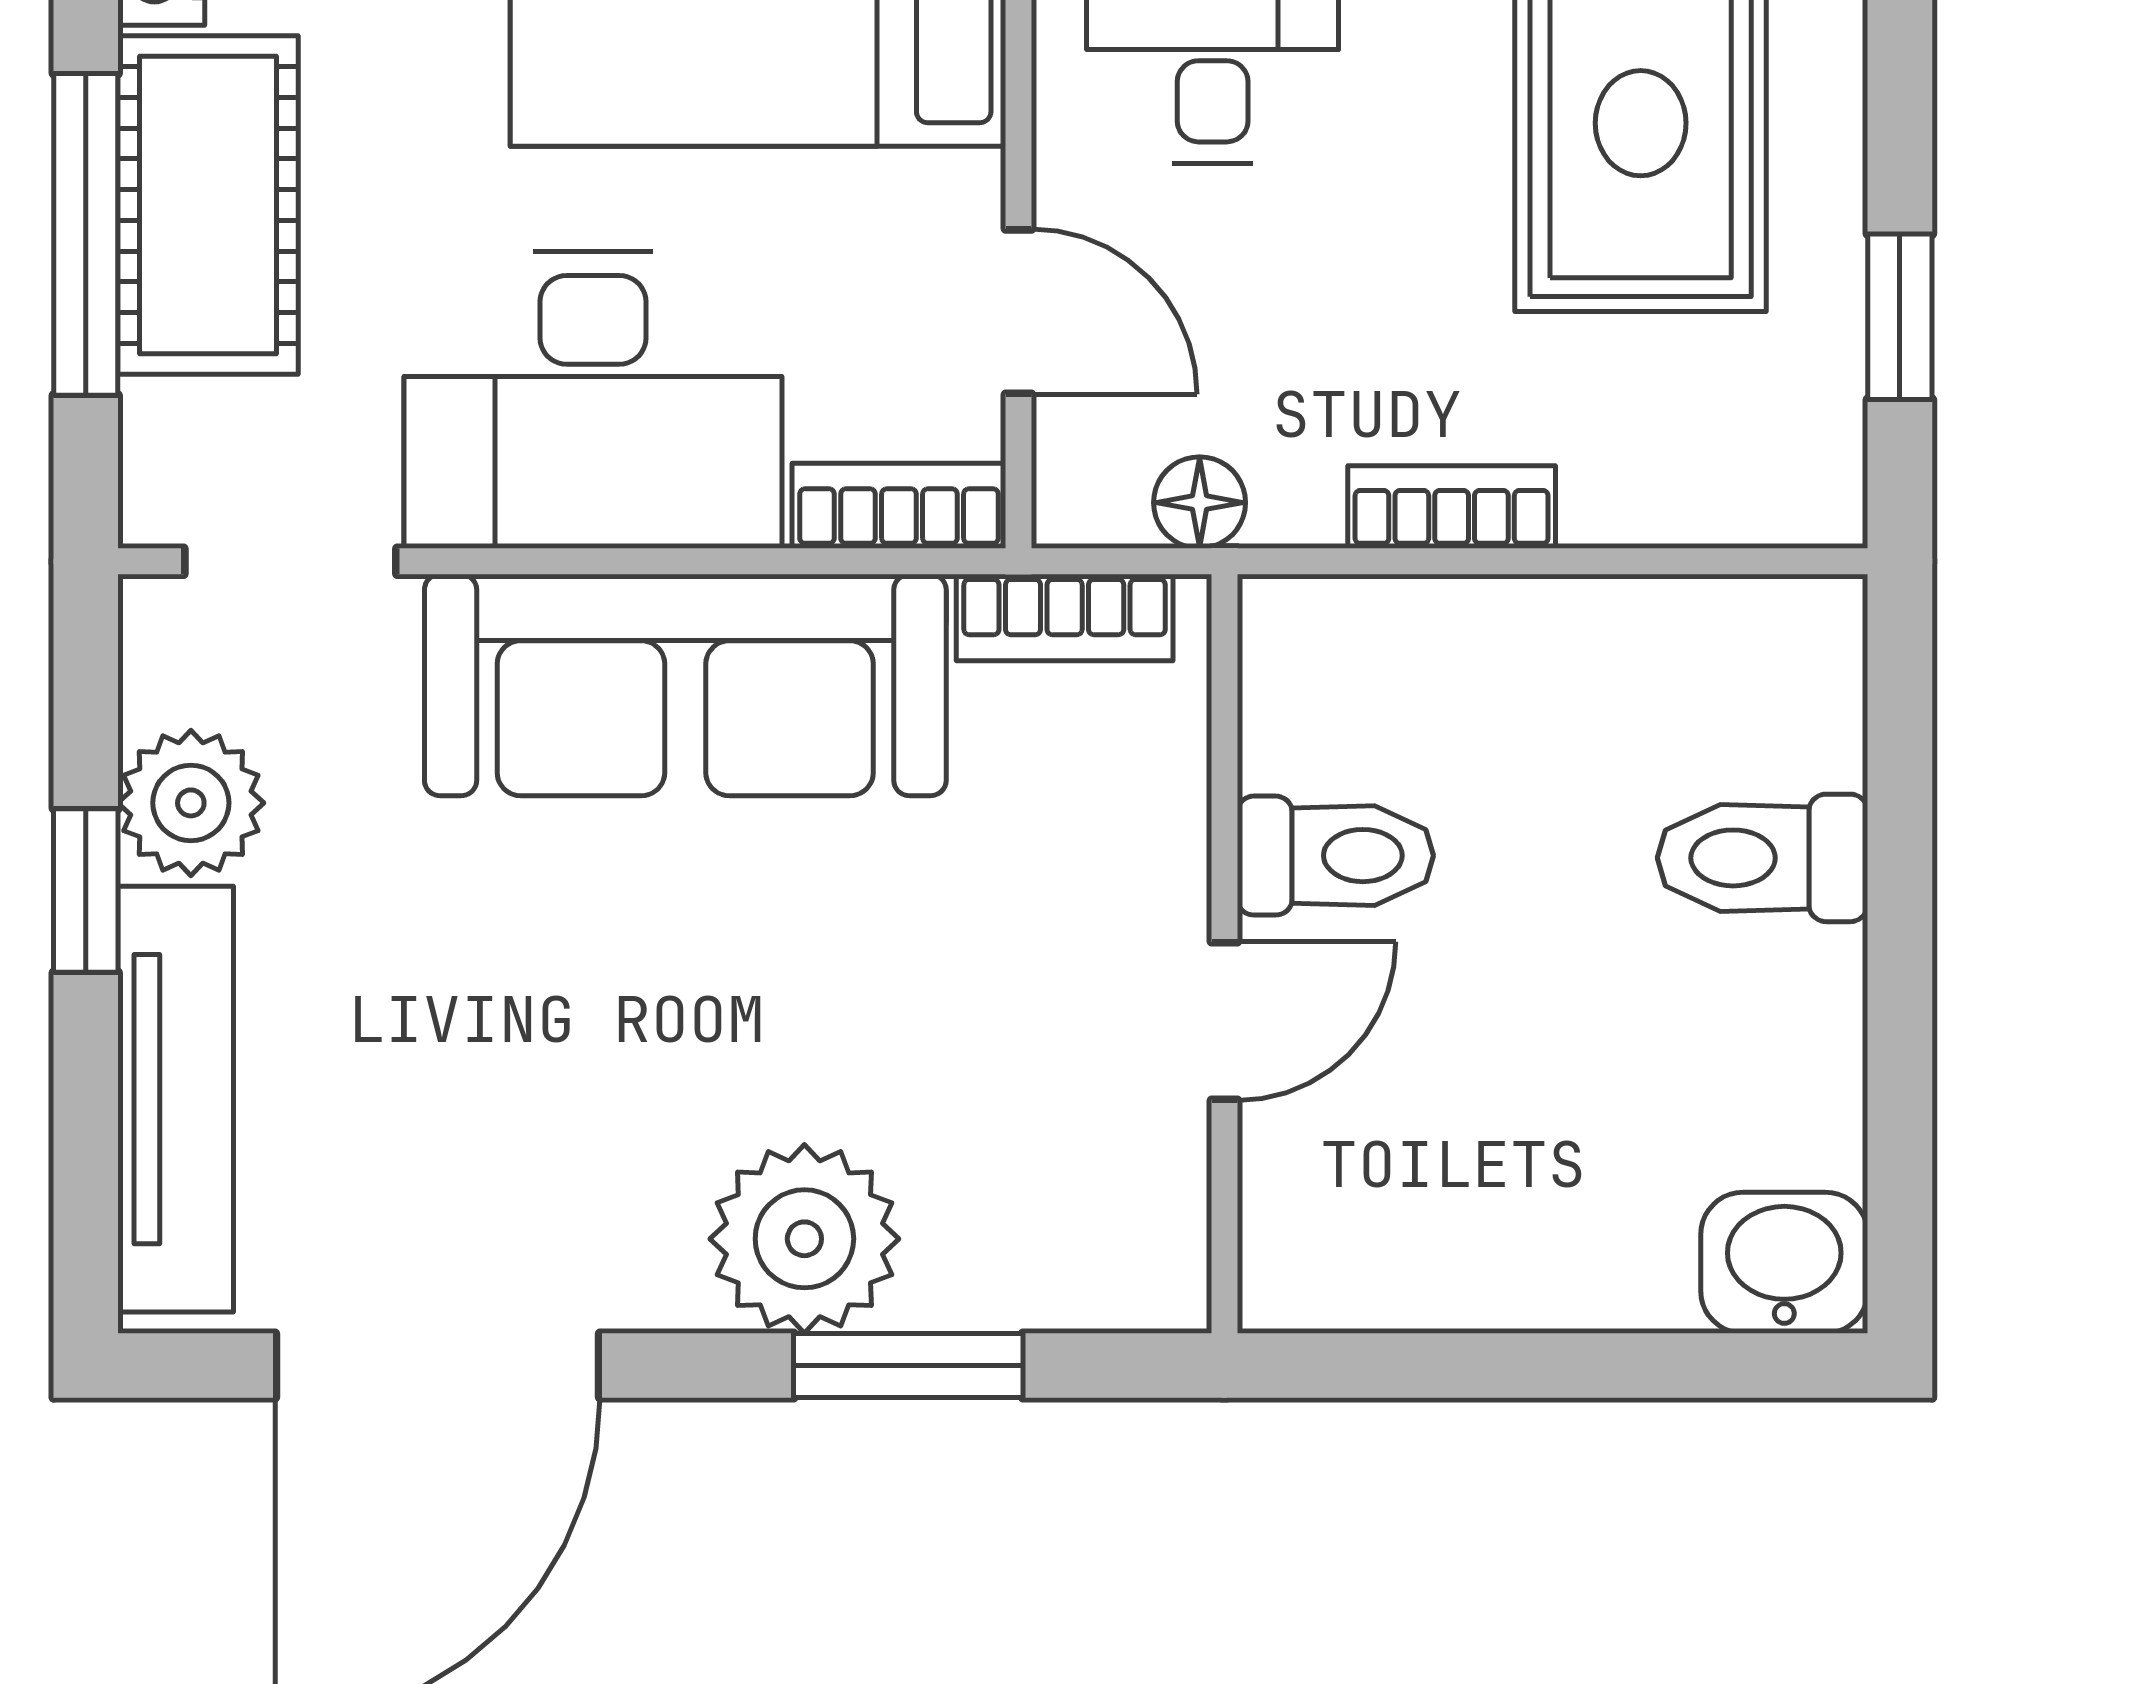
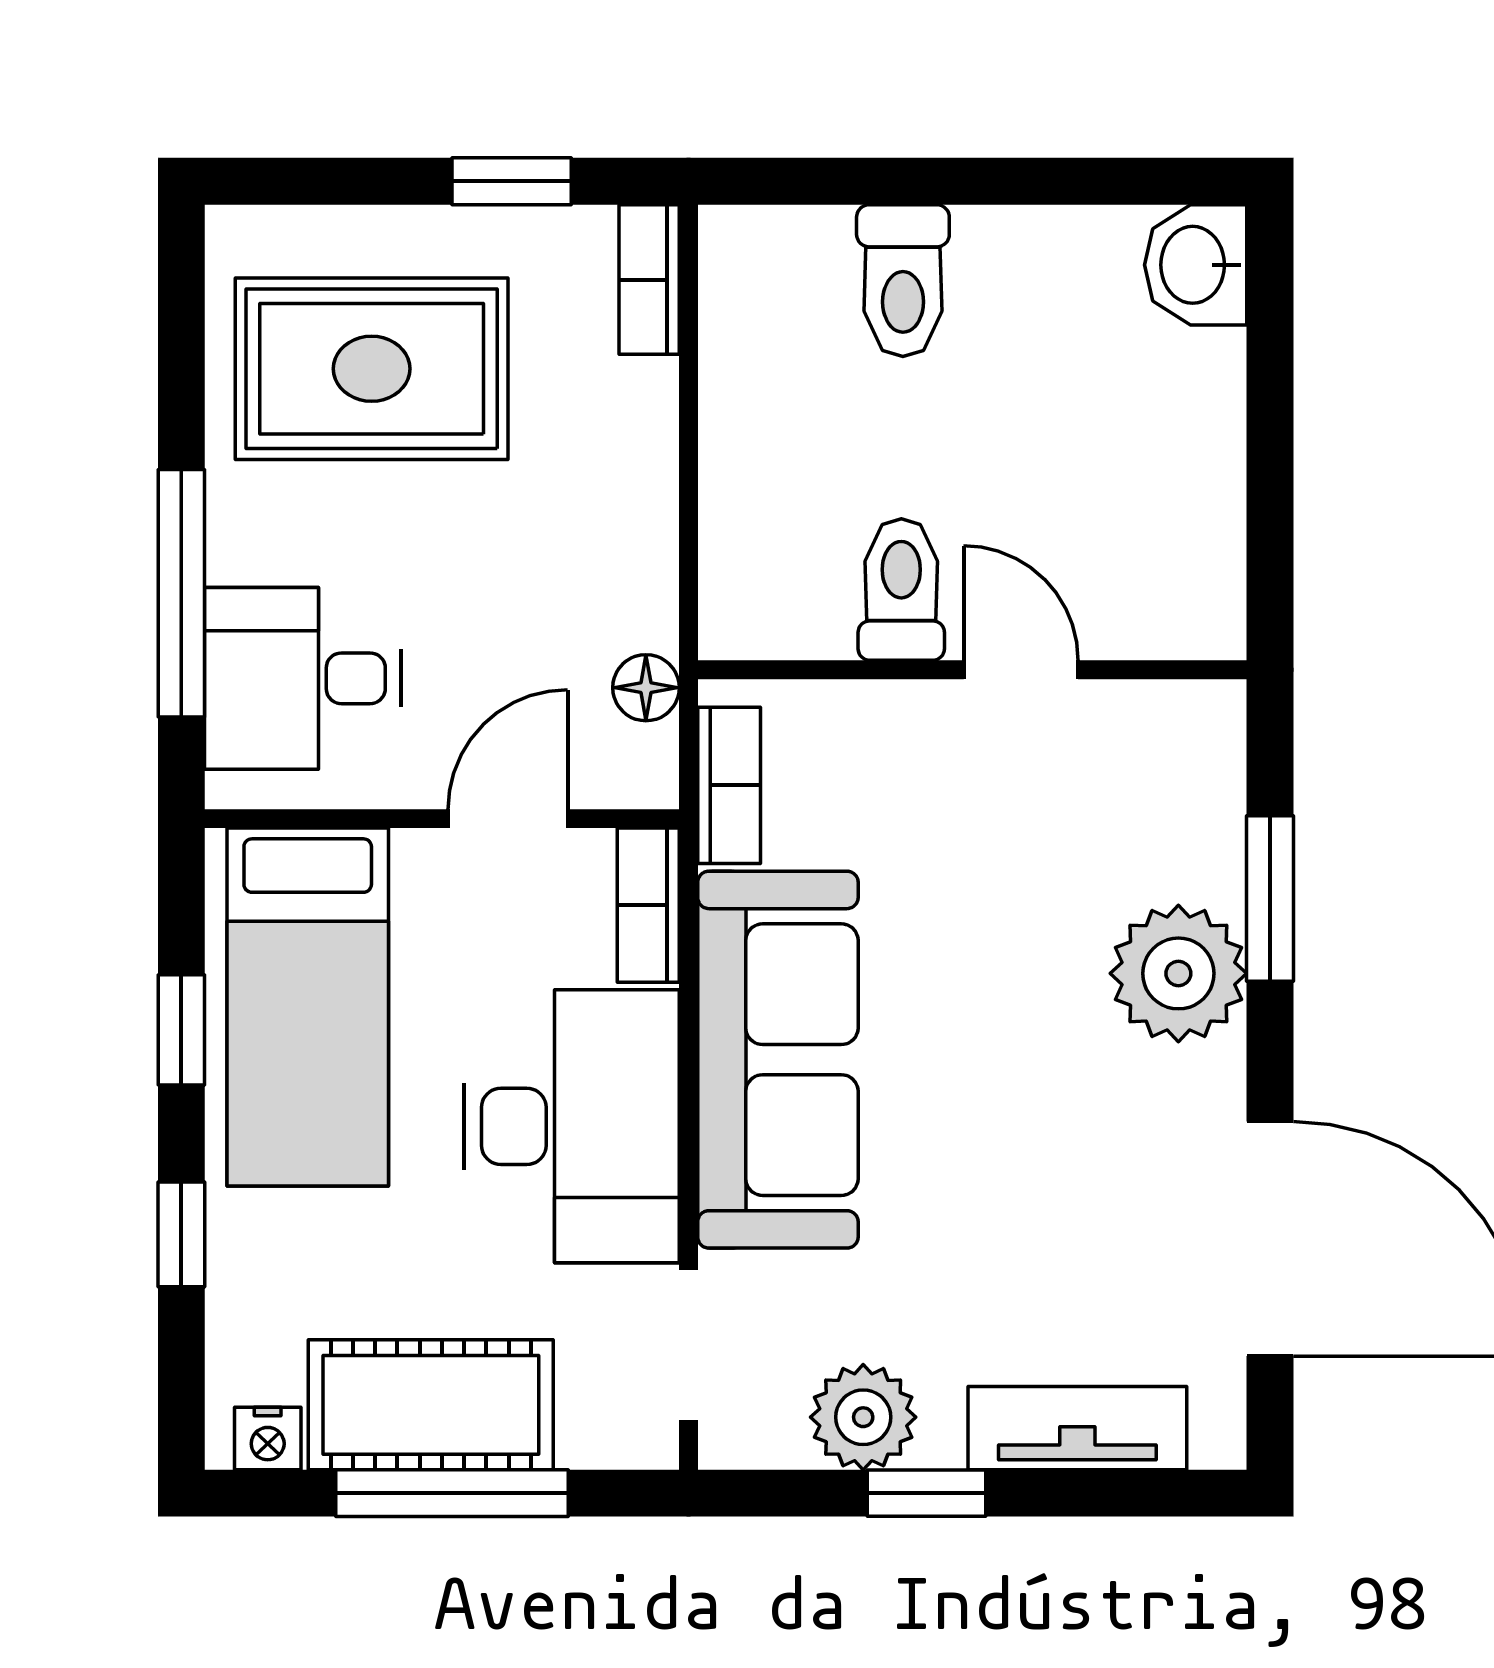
bookcase: (1452, 507) -> (649, 280), moved
tv unit: (176, 1099) -> (1077, 1428), width x0.71

